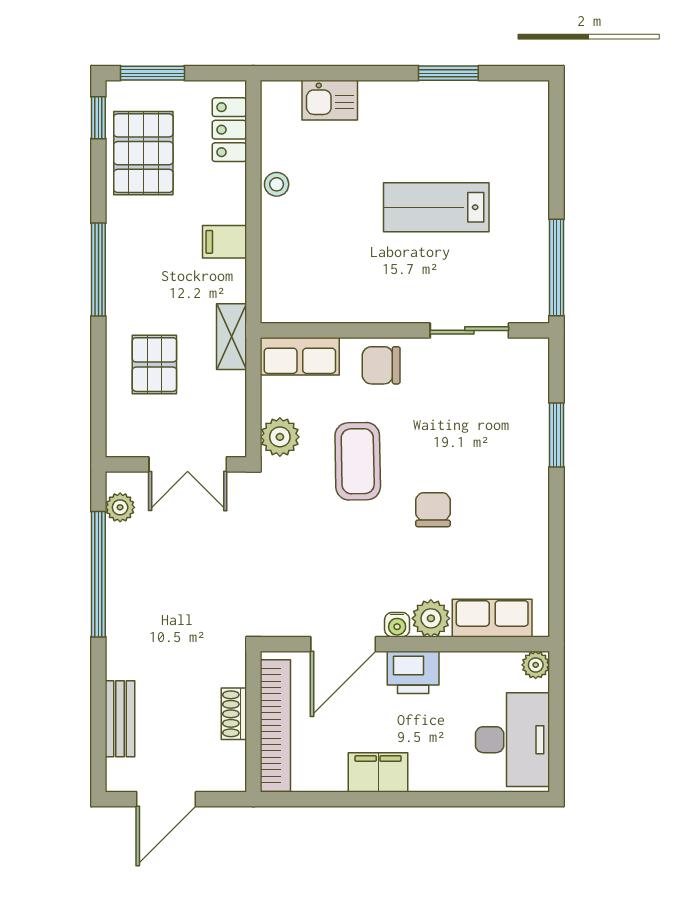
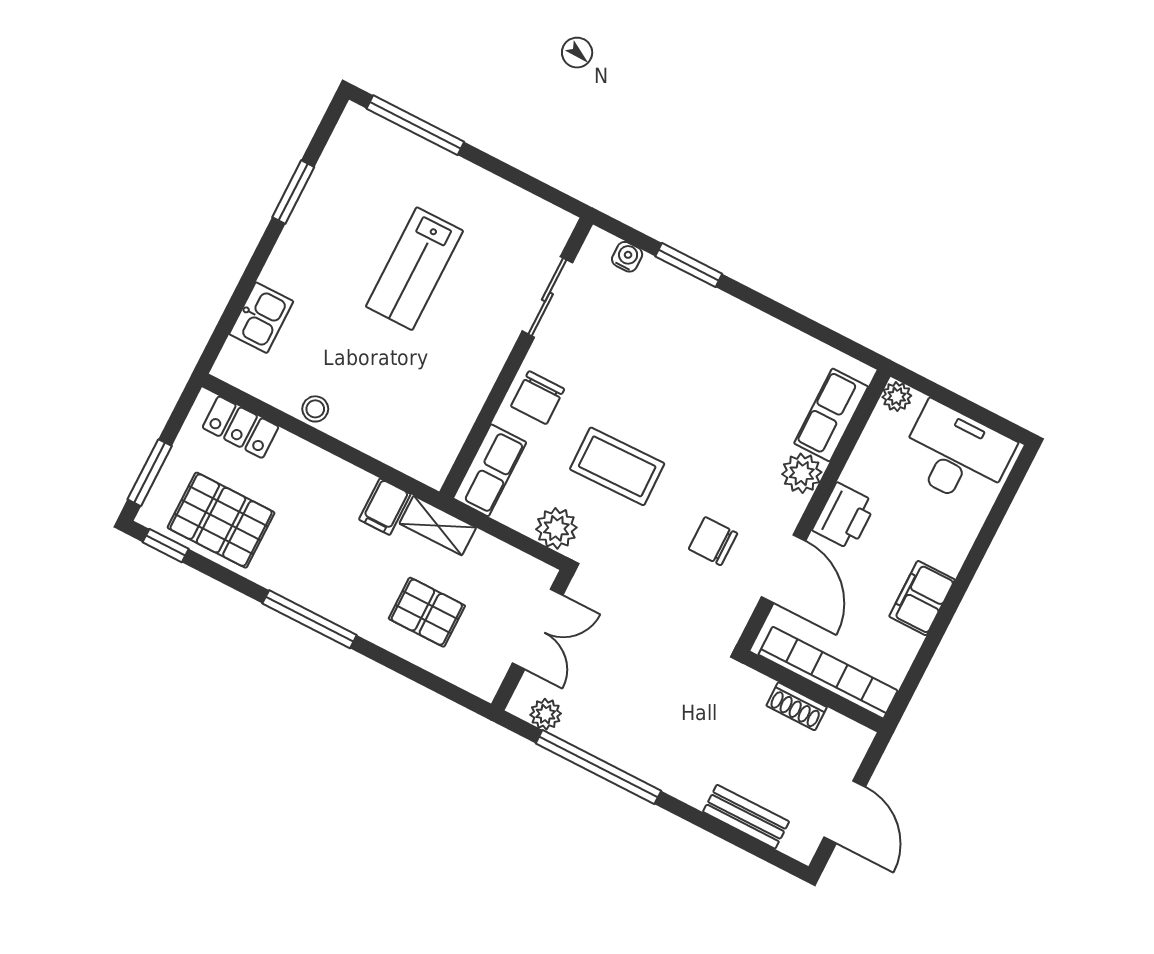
filing cabinet: (225, 242) -> (385, 507), moved
window: (557, 267) -> (415, 125), moved
chair: (433, 510) -> (713, 541), moved
water cooler: (397, 625) -> (627, 257), moved, turned -90

